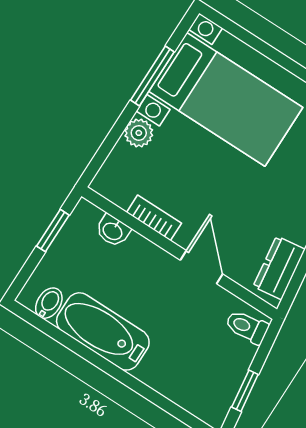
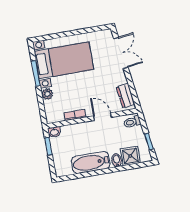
washbasin: (113, 231) -> (54, 132), moved
bidet: (49, 303) -> (117, 160), moved
shower: (187, 386) -> (130, 156), added

